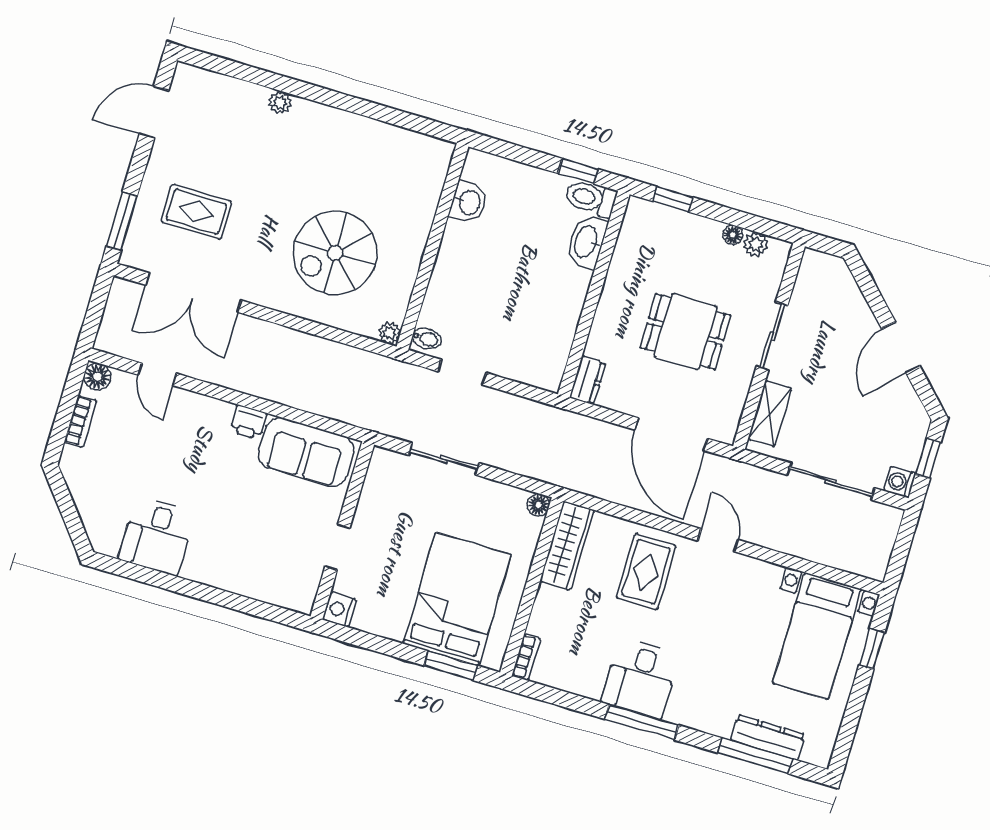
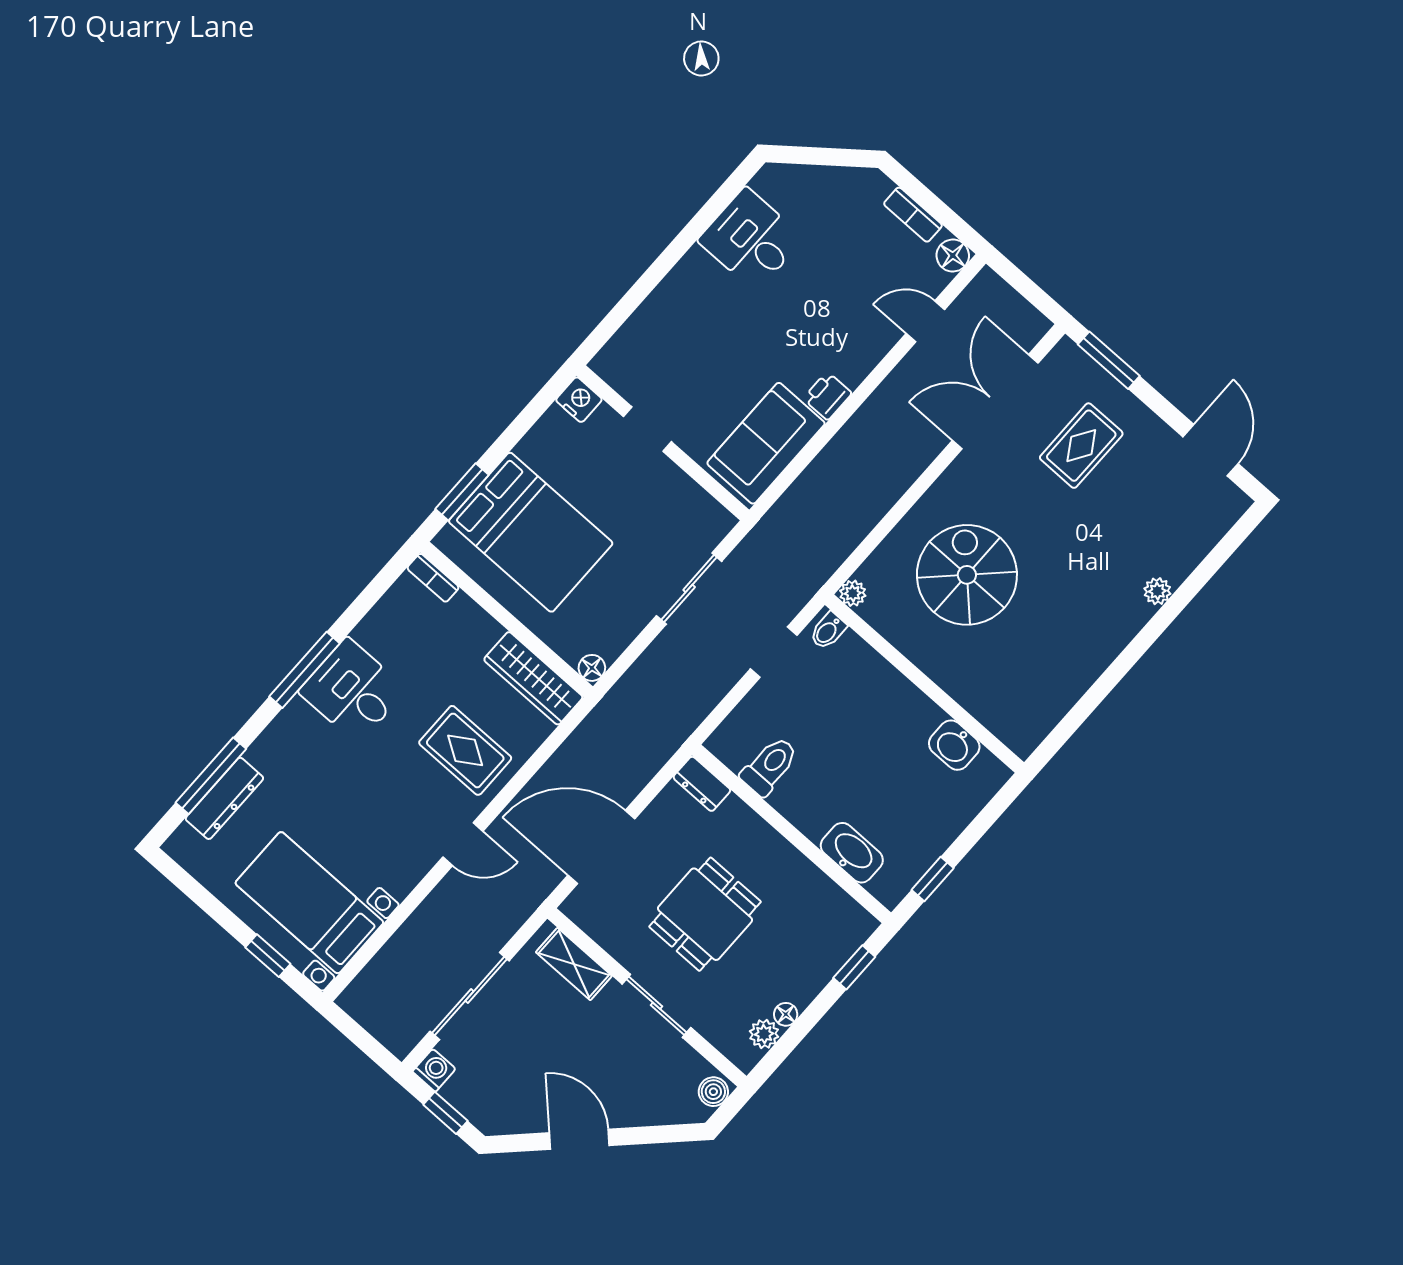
toilet: (591, 198) -> (770, 766), moved
boiler: (817, 262) -> (713, 1092), added

